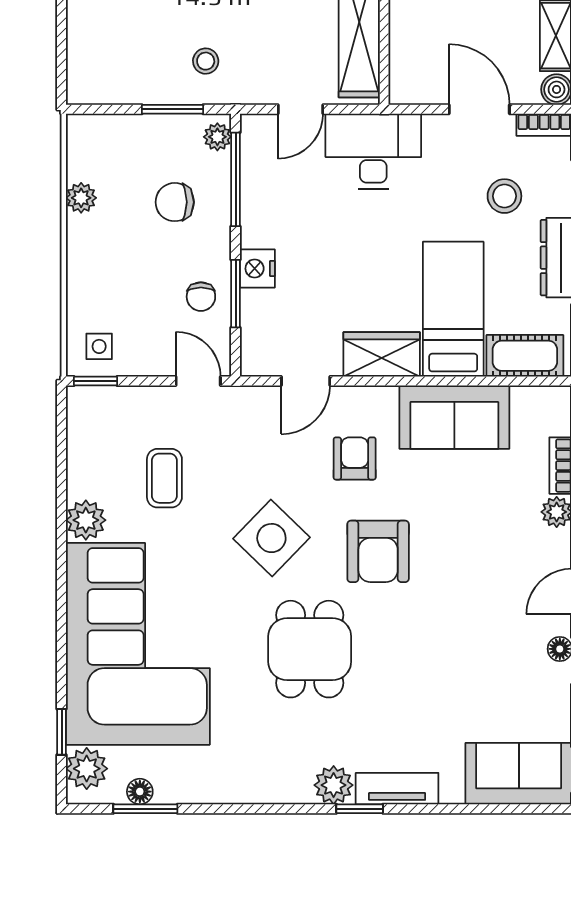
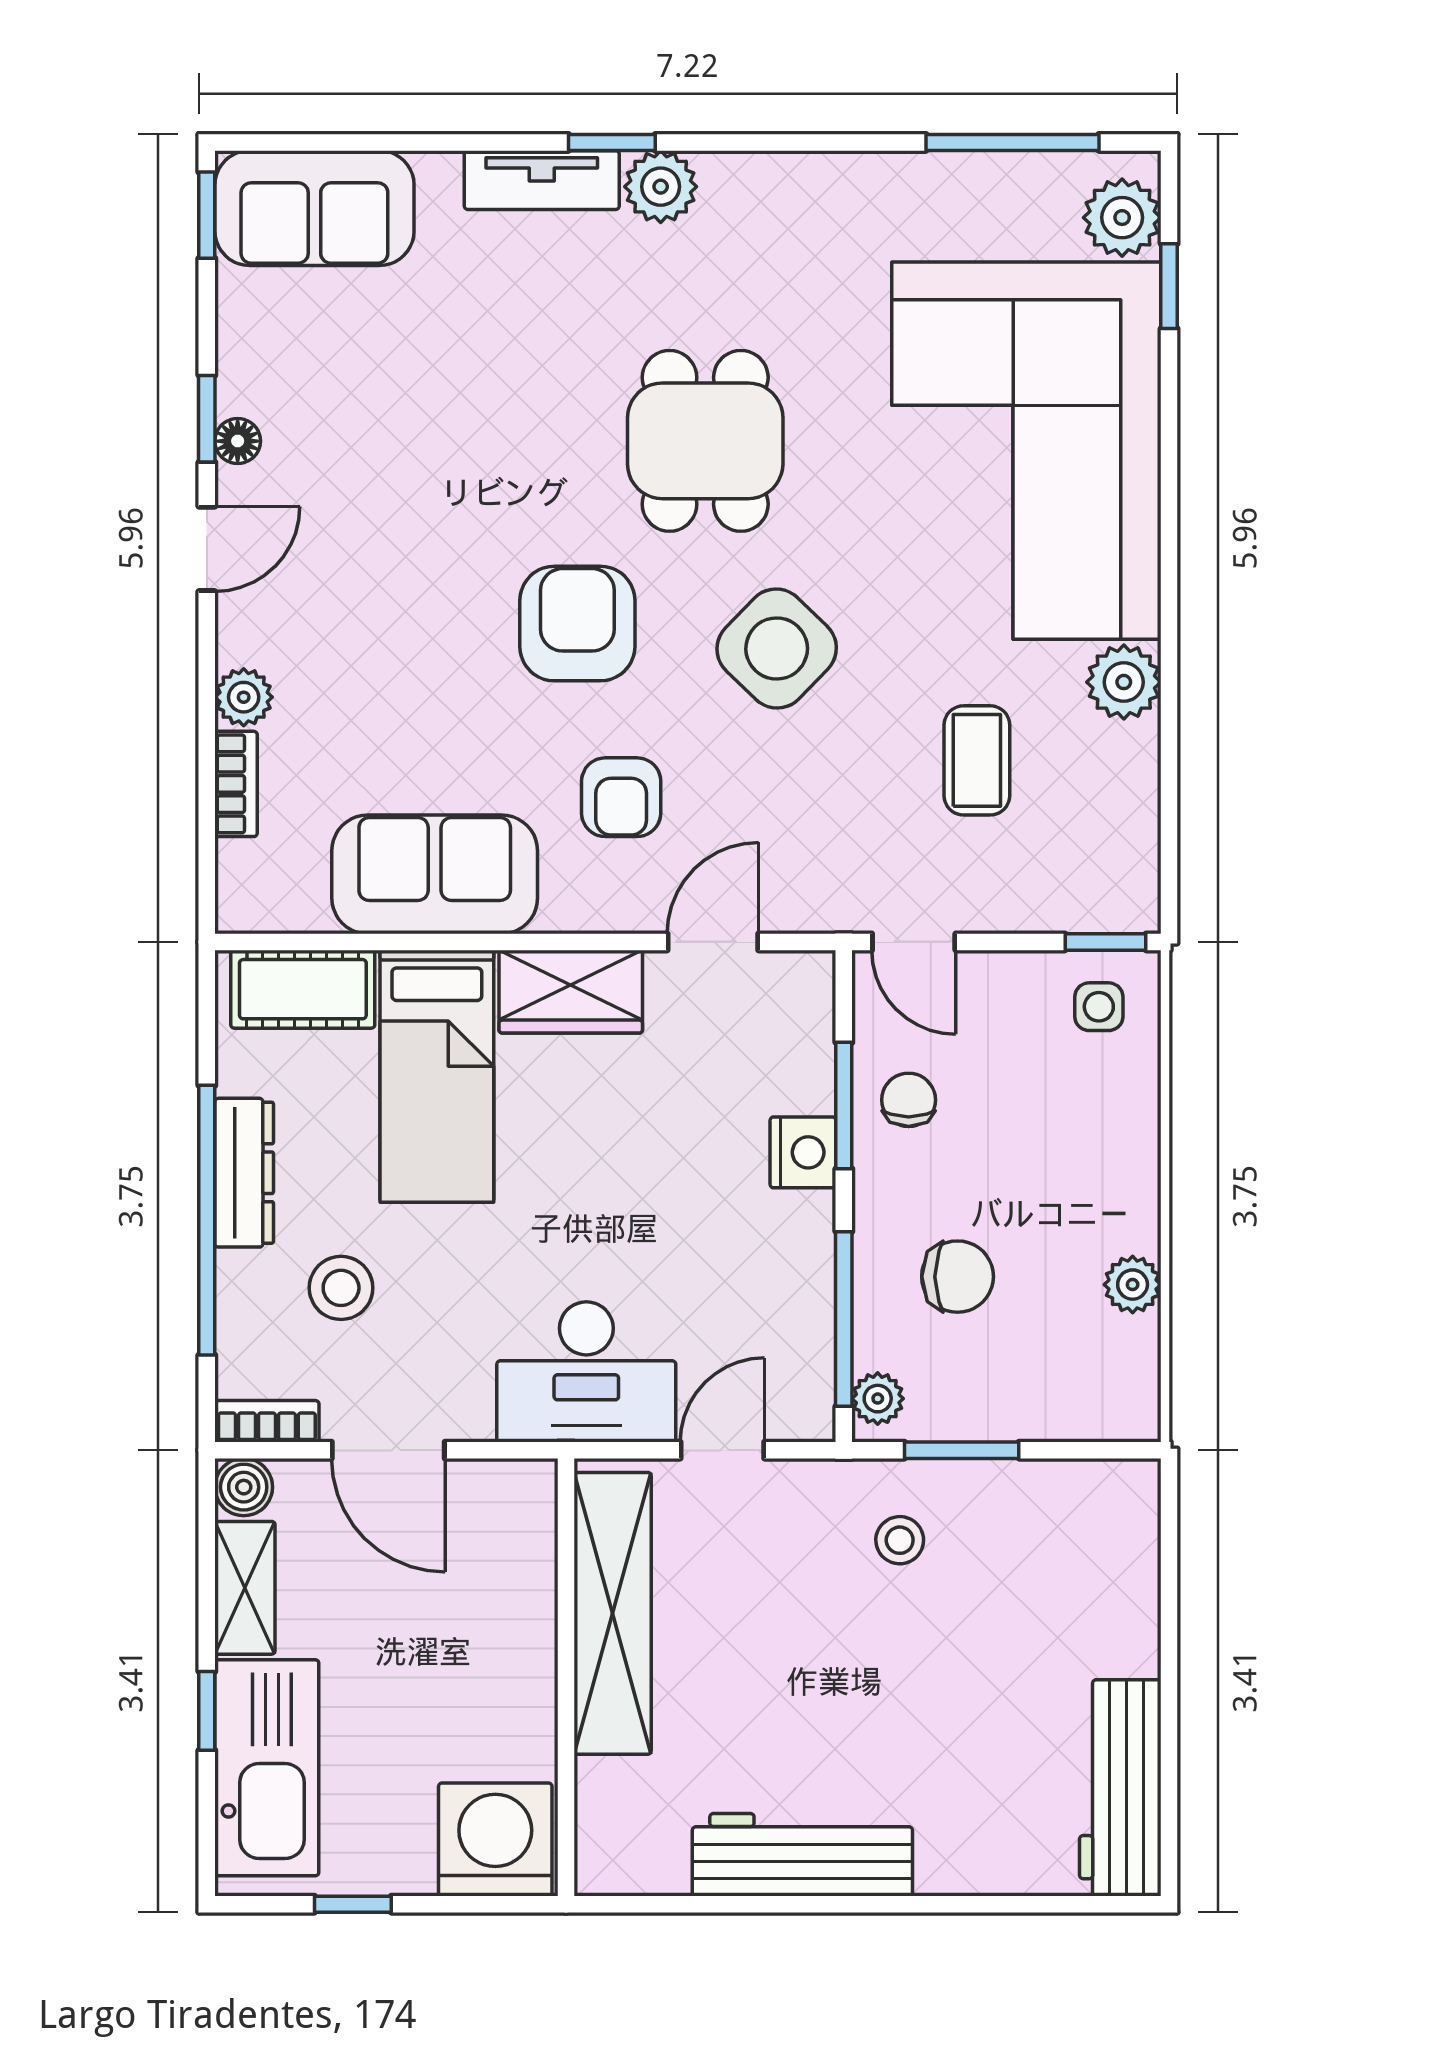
floor lamp: (140, 792) -> (1023, 175), removed
window: (145, 809) -> (1012, 142), width x1.44

